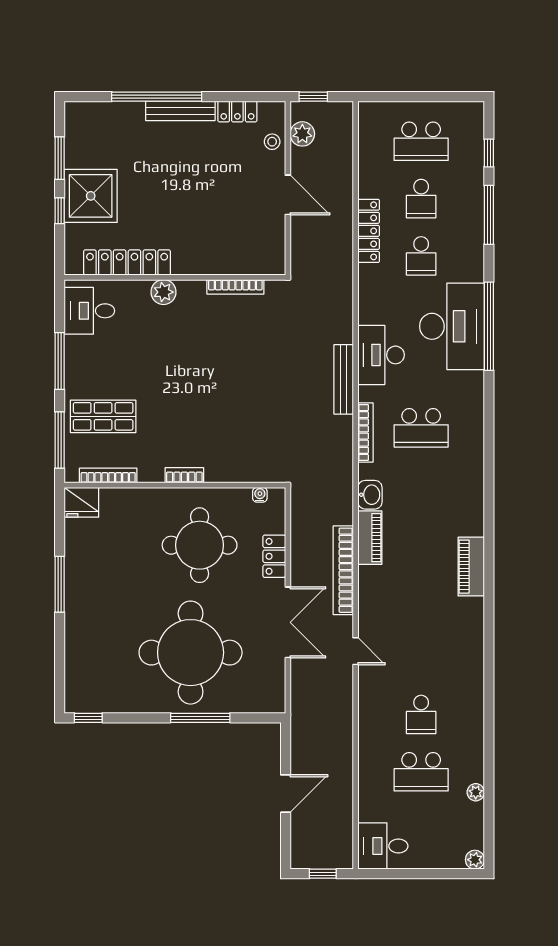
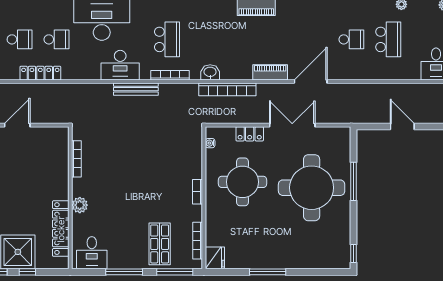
piano: (370, 538) -> (270, 72), moved
bookcase: (343, 570) -> (227, 89), moved
door: (356, 651) -> (311, 82), width x1.88

